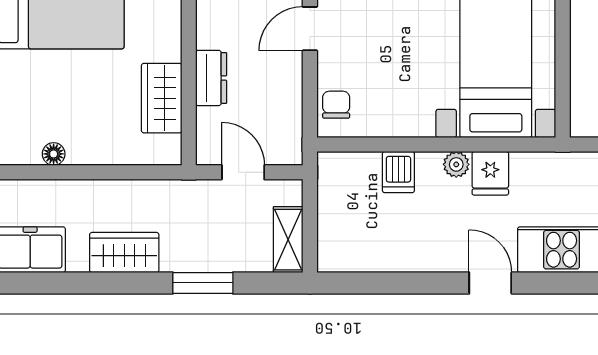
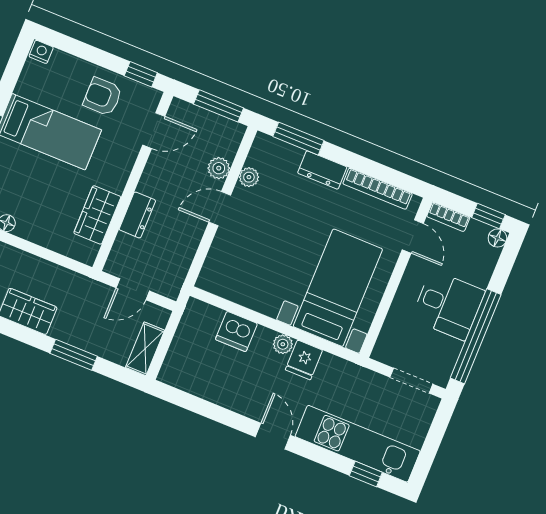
chair: (336, 105) -> (216, 269), removed
door: (243, 172) -> (133, 289), swing flipped
dishwasher: (398, 172) -> (236, 331), width x1.38

